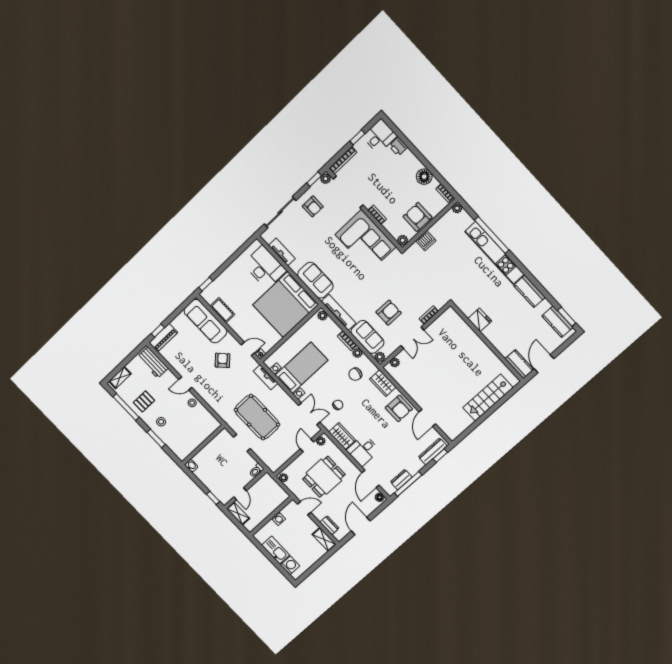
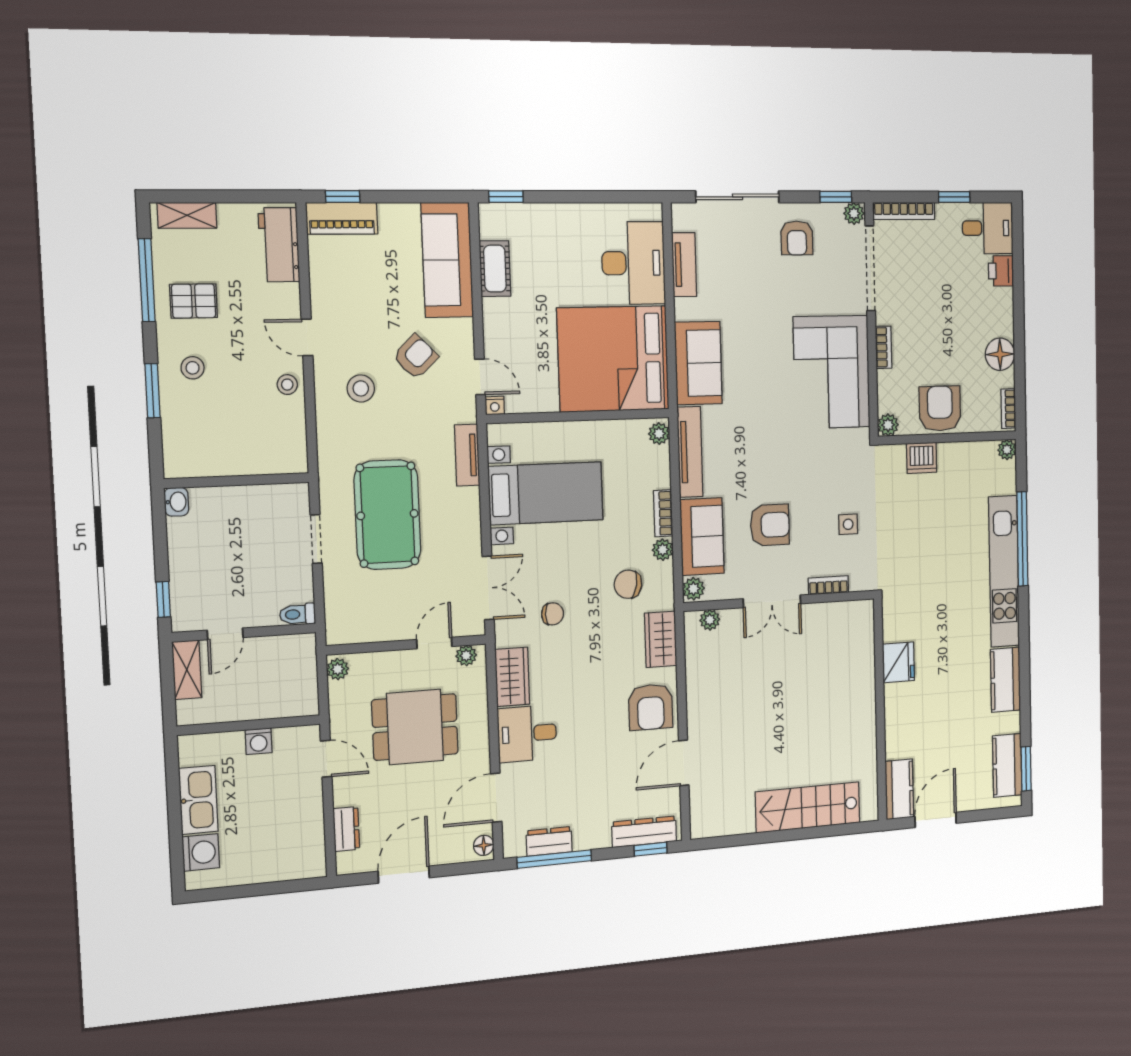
side table: (418, 288) -> (848, 524), added
stool: (215, 385) -> (361, 388), added
shelving: (324, 539) -> (312, 849), removed

